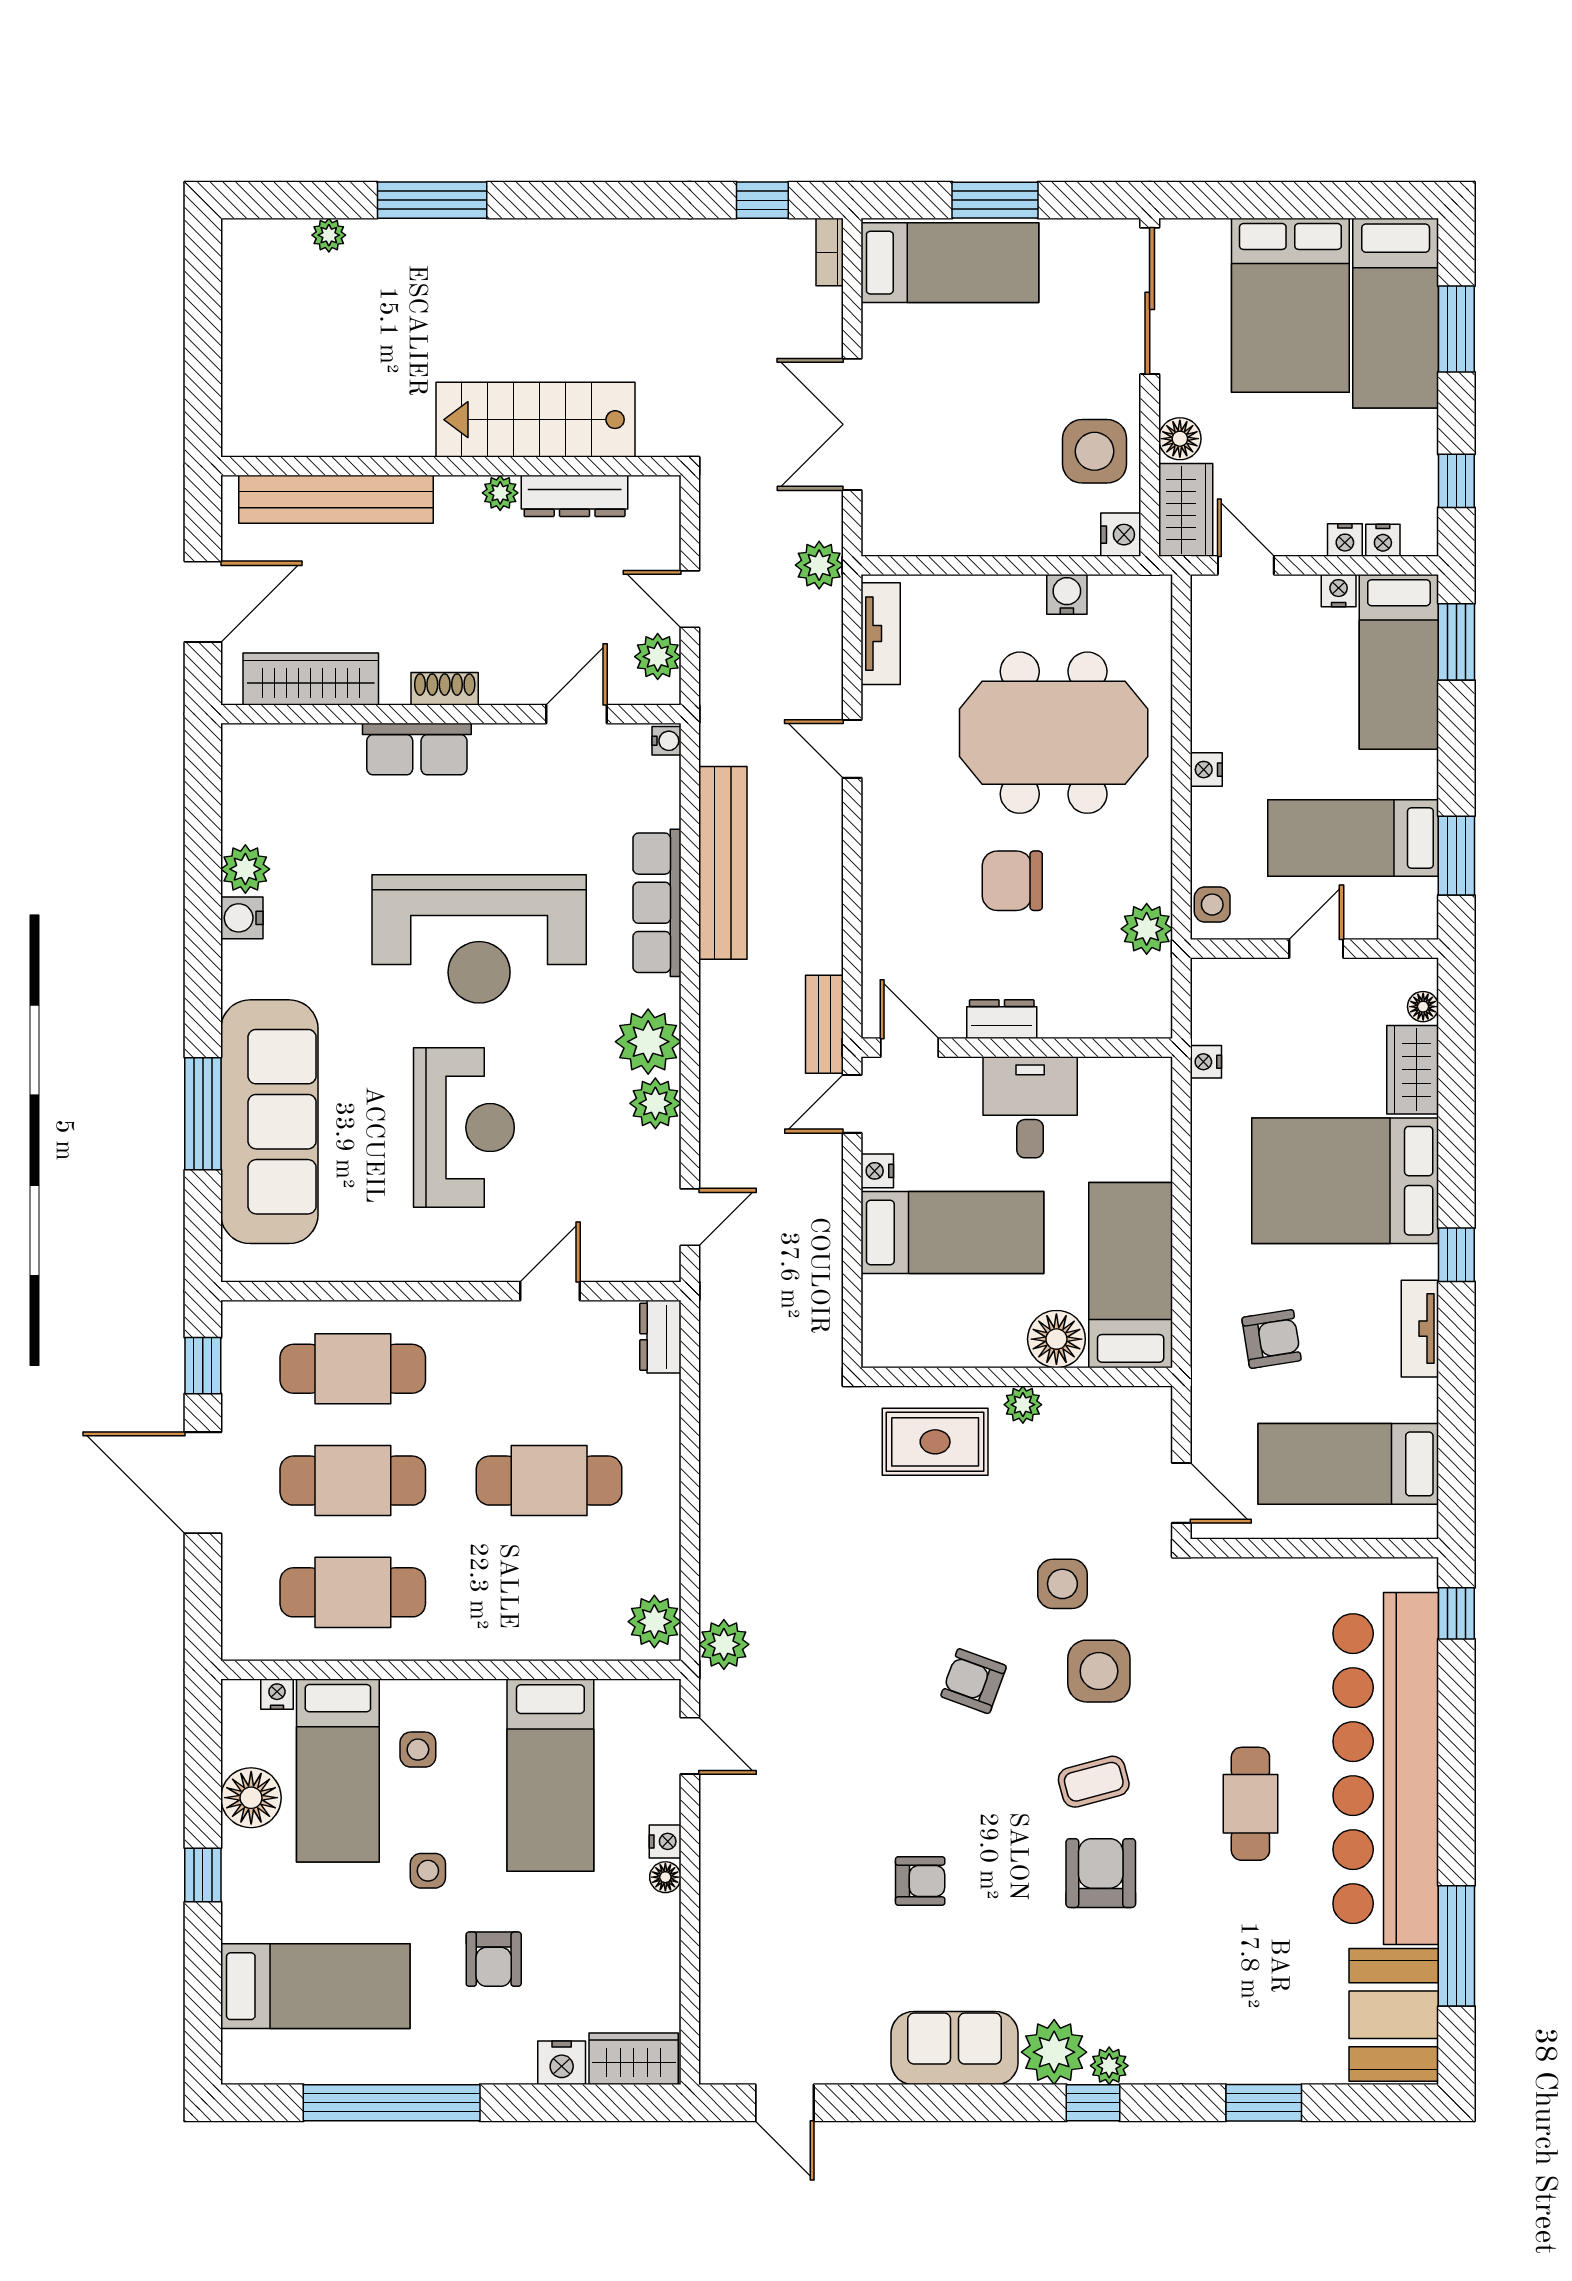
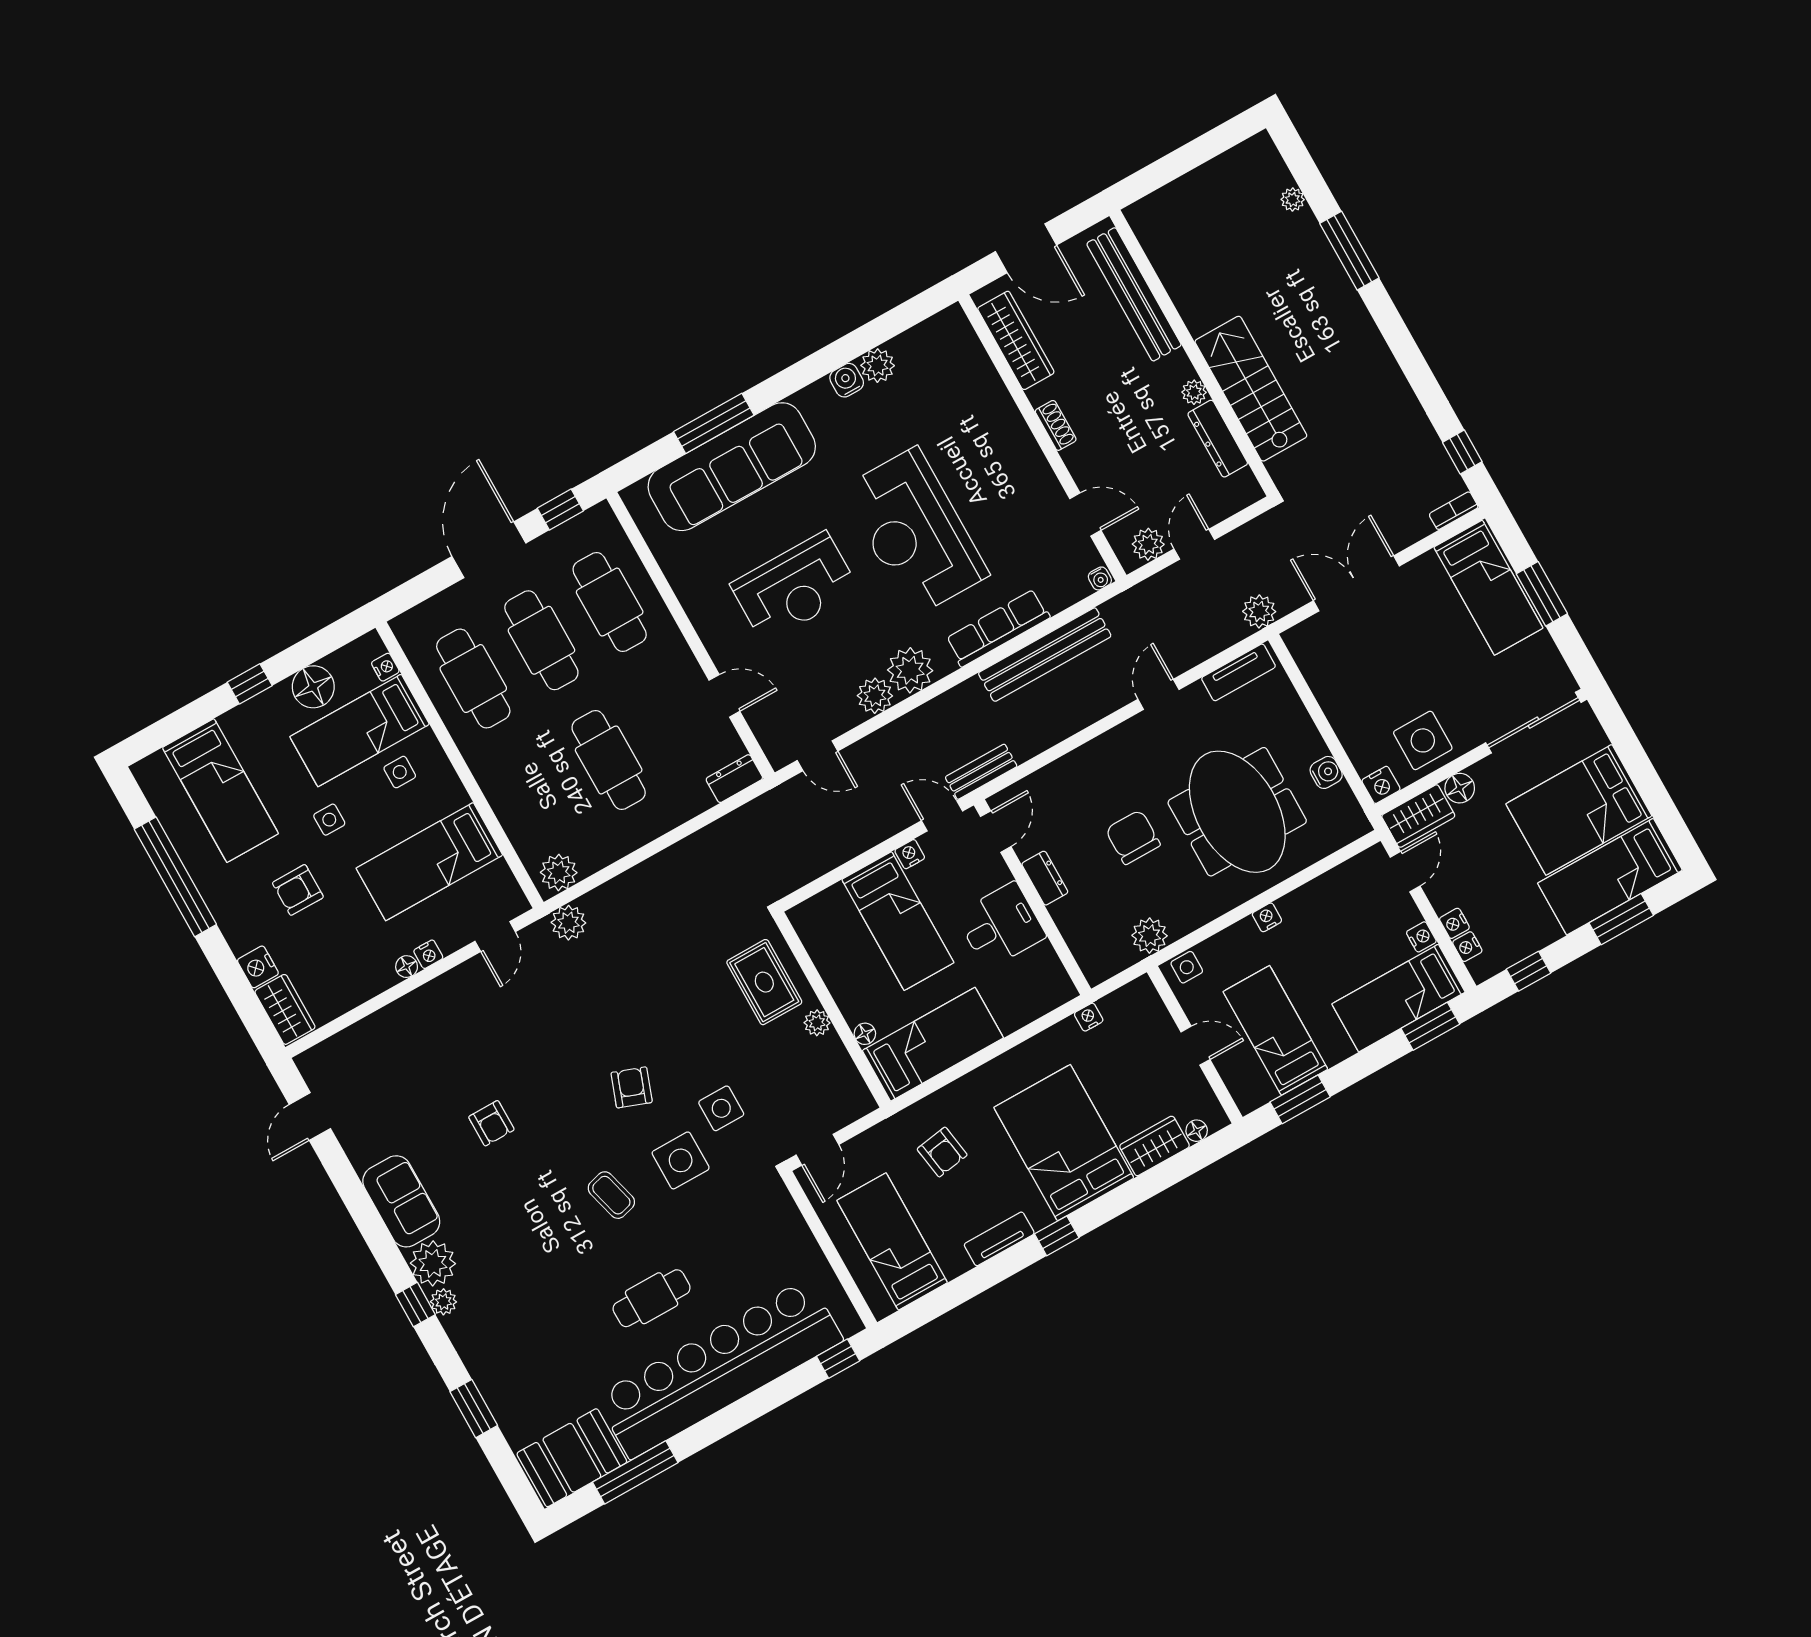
row of seats: (417, 749) -> (1009, 429), removed
floor lamp: (1056, 1339) -> (865, 1034), width x0.53, depth x0.53
armchair: (1101, 1873) -> (558, 1231), removed

